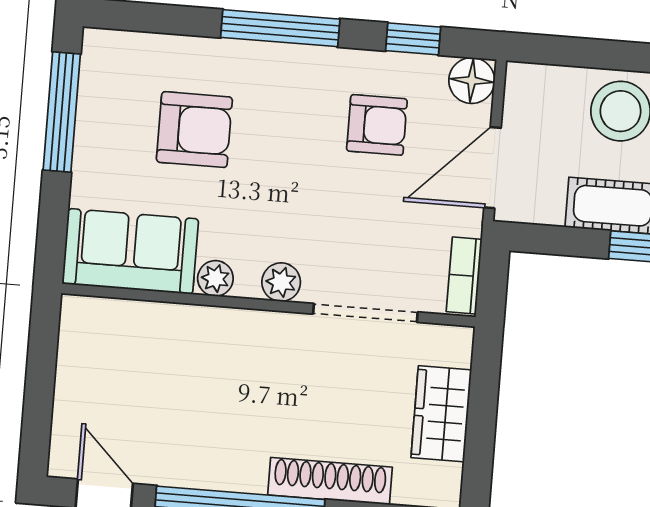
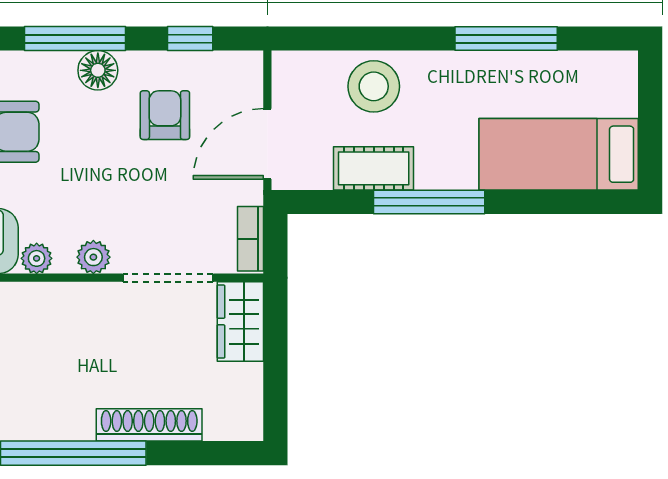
floor lamp: (472, 80) -> (98, 70), moved
armchair: (377, 125) -> (165, 115), turned -90
wardrobe: (441, 414) -> (240, 322), moved

